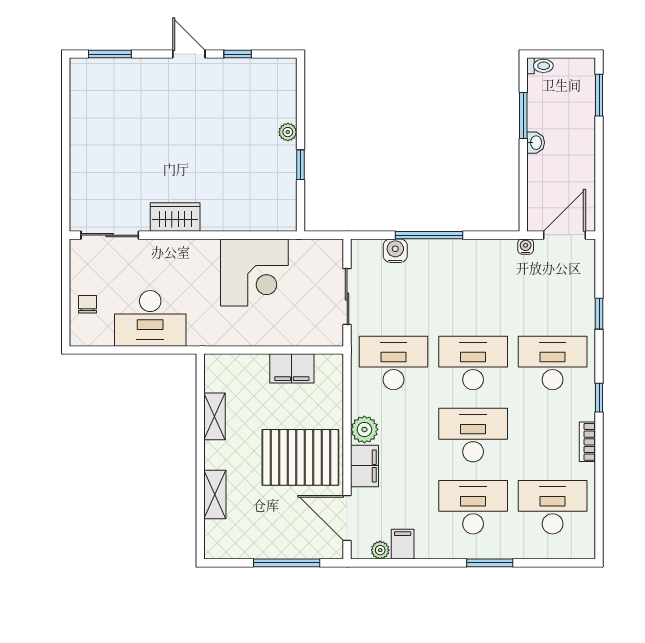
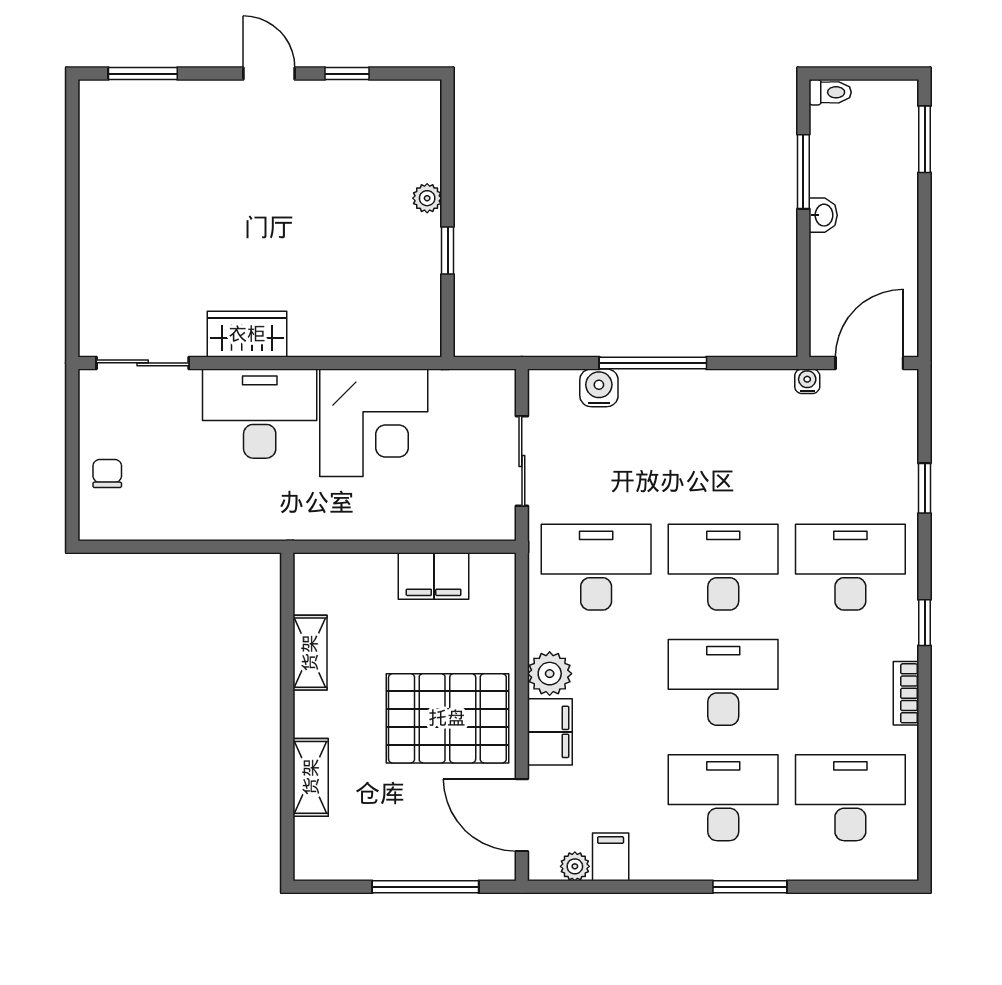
desk: (150, 318) -> (260, 414), moved, turned 180

